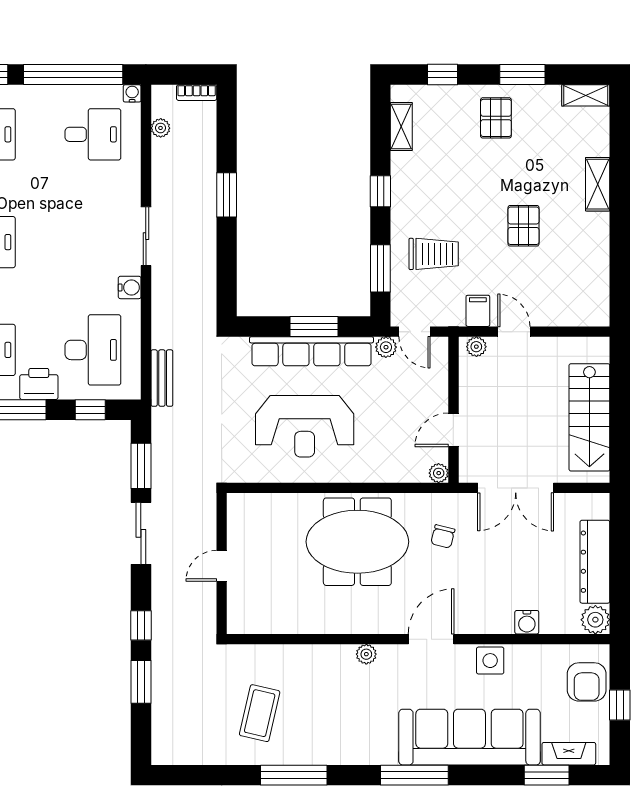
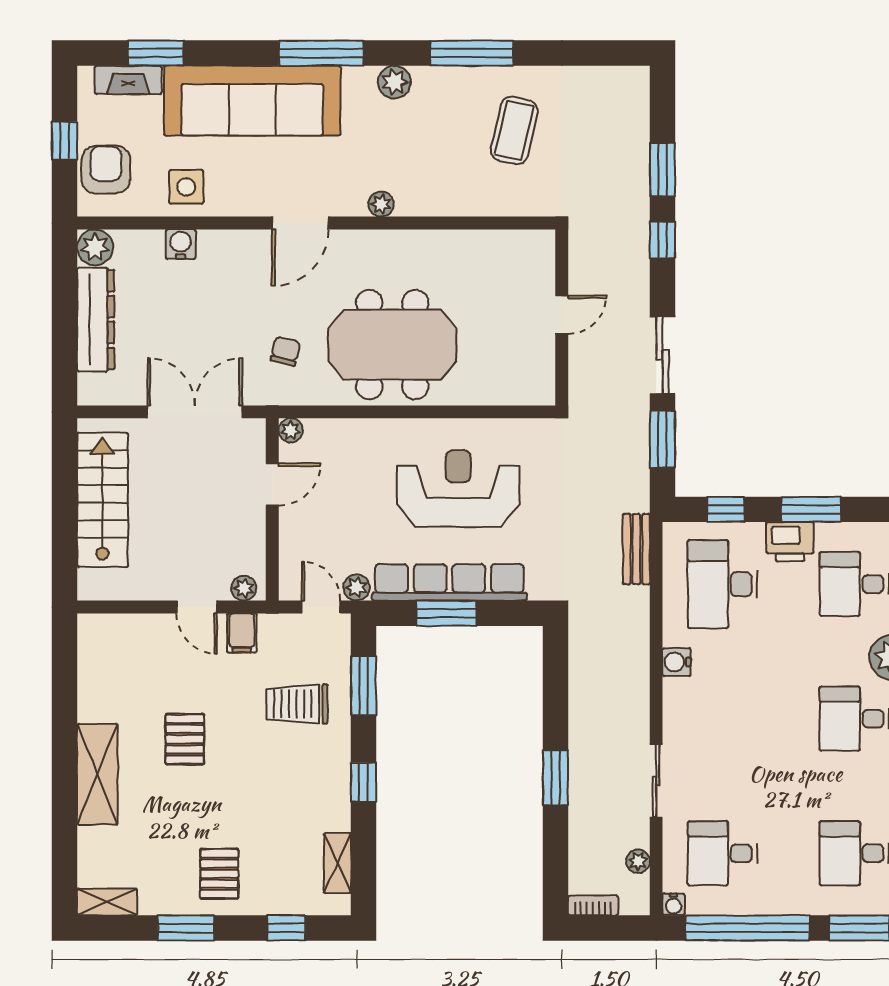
shelving: (598, 184) -> (97, 774), width x1.50, depth x1.33
sliding door: (146, 236) -> (656, 781), moved
side table: (490, 661) -> (186, 187), moved
plant: (356, 752) -> (394, 82), added

